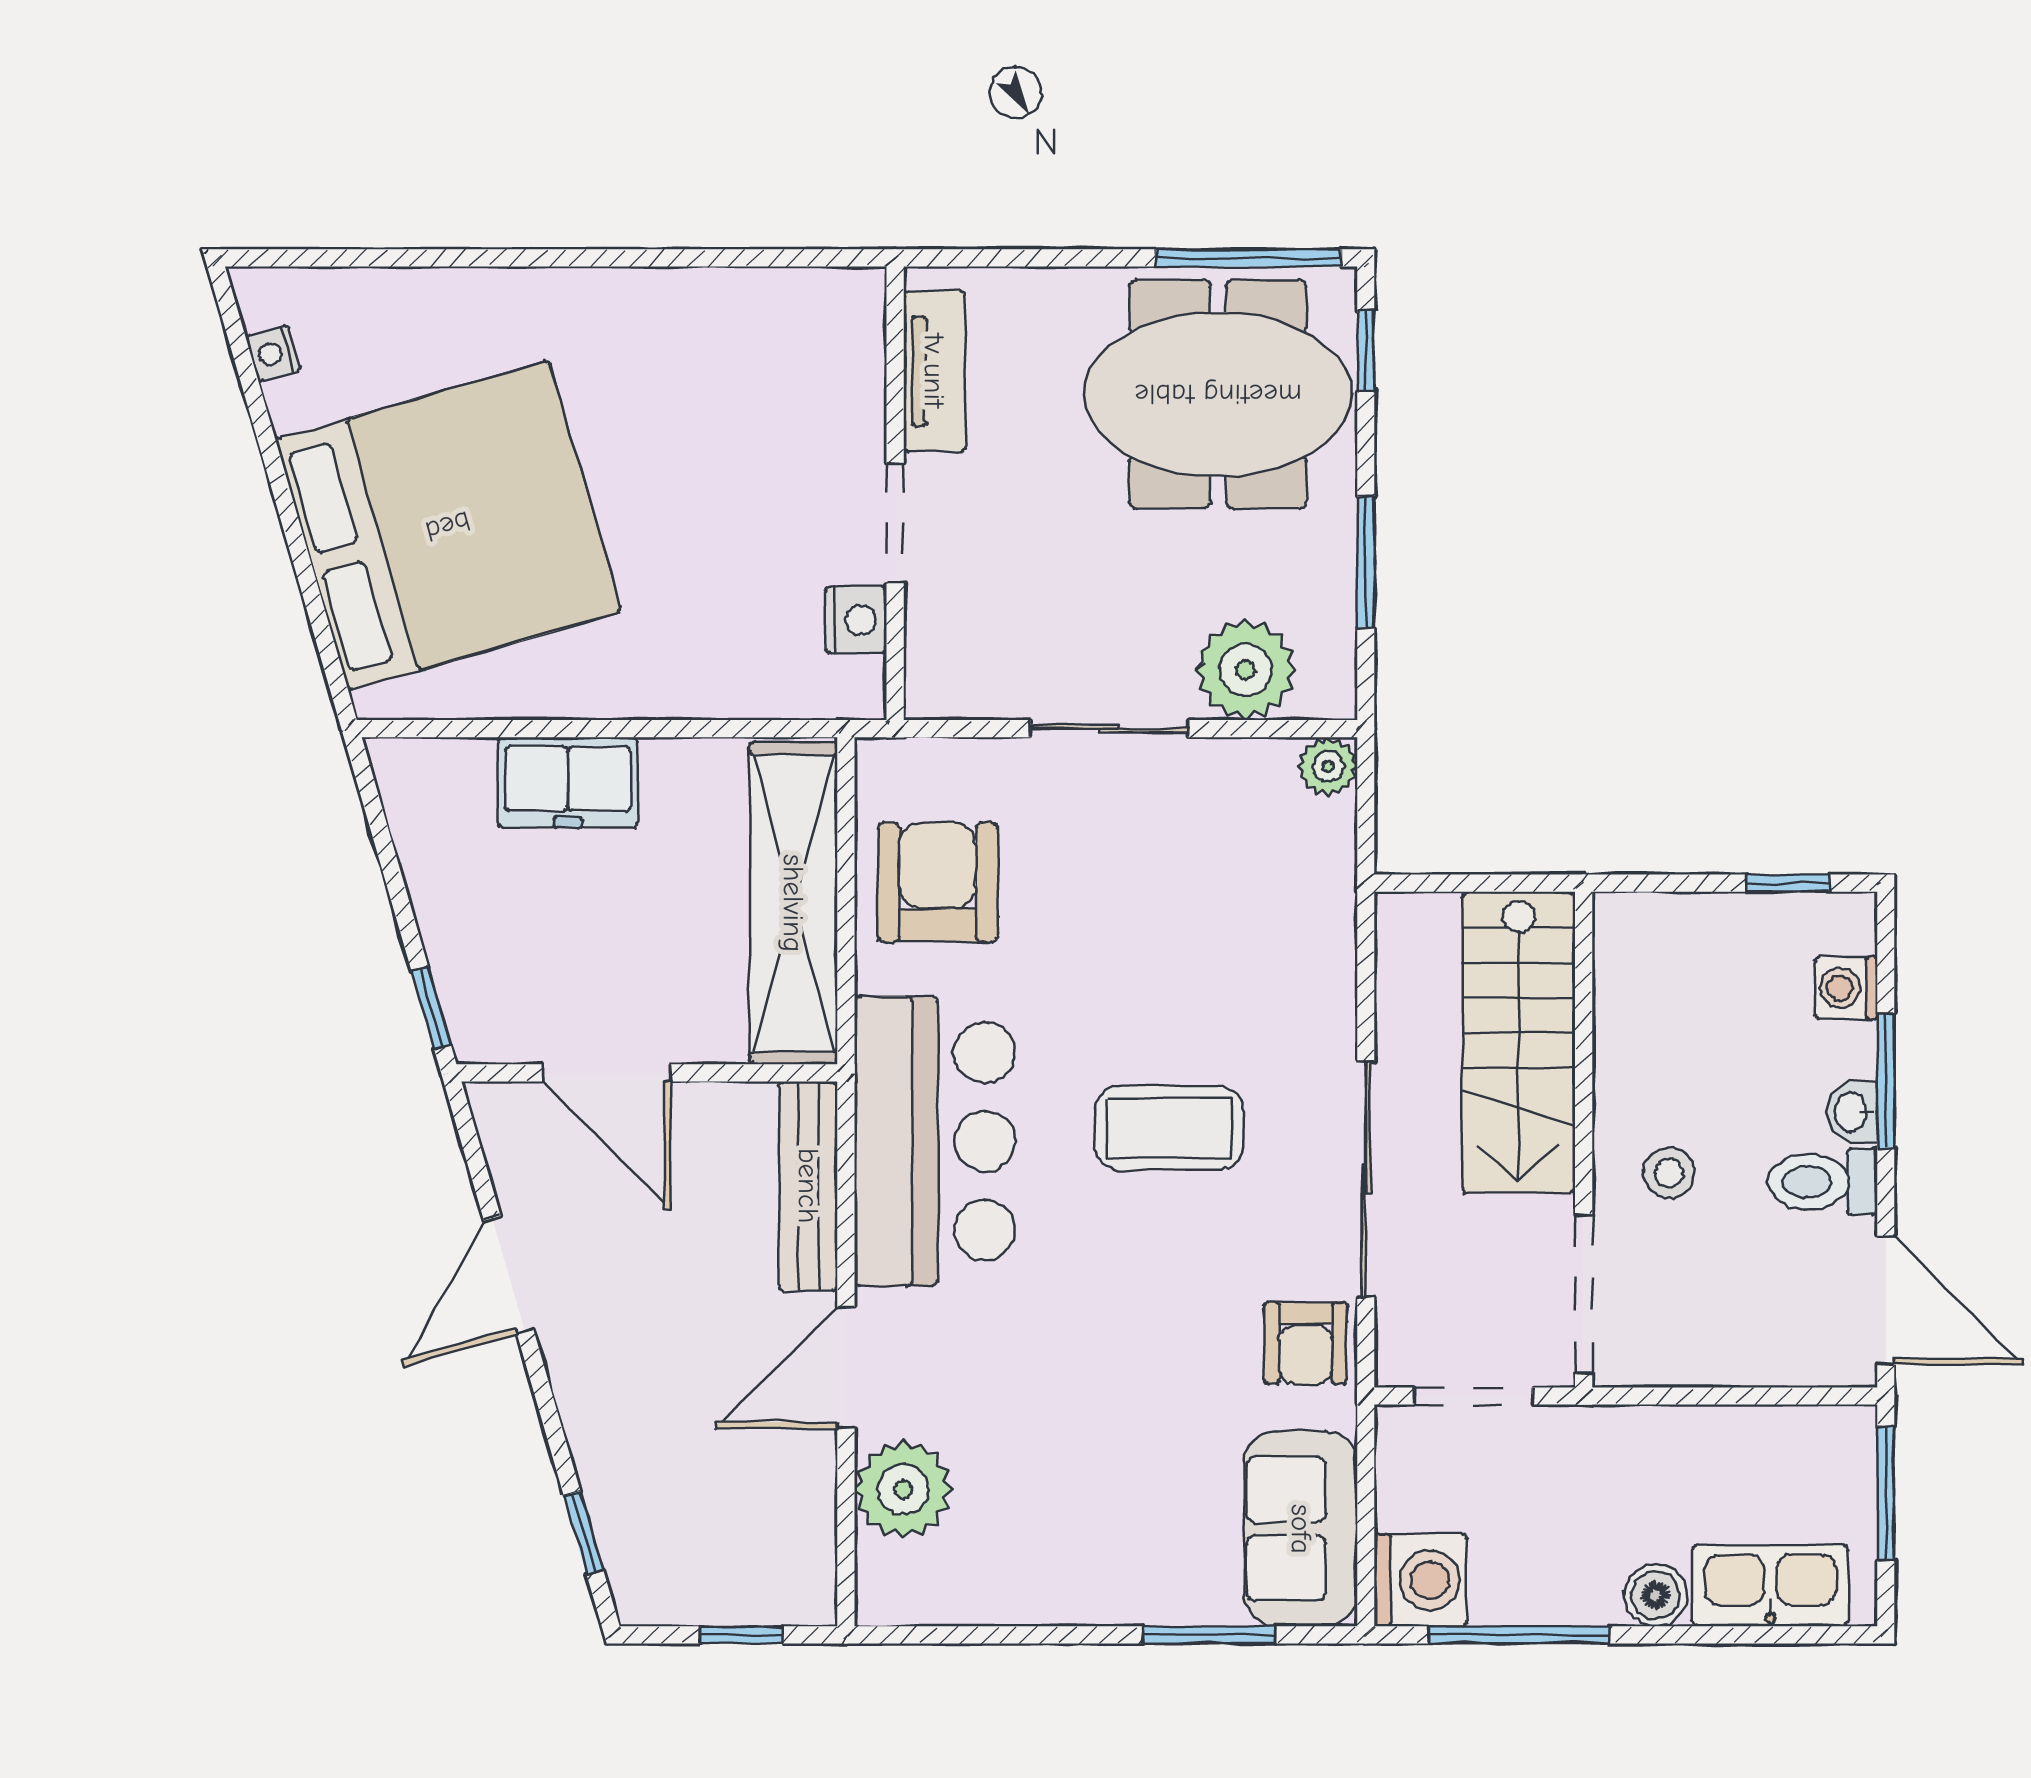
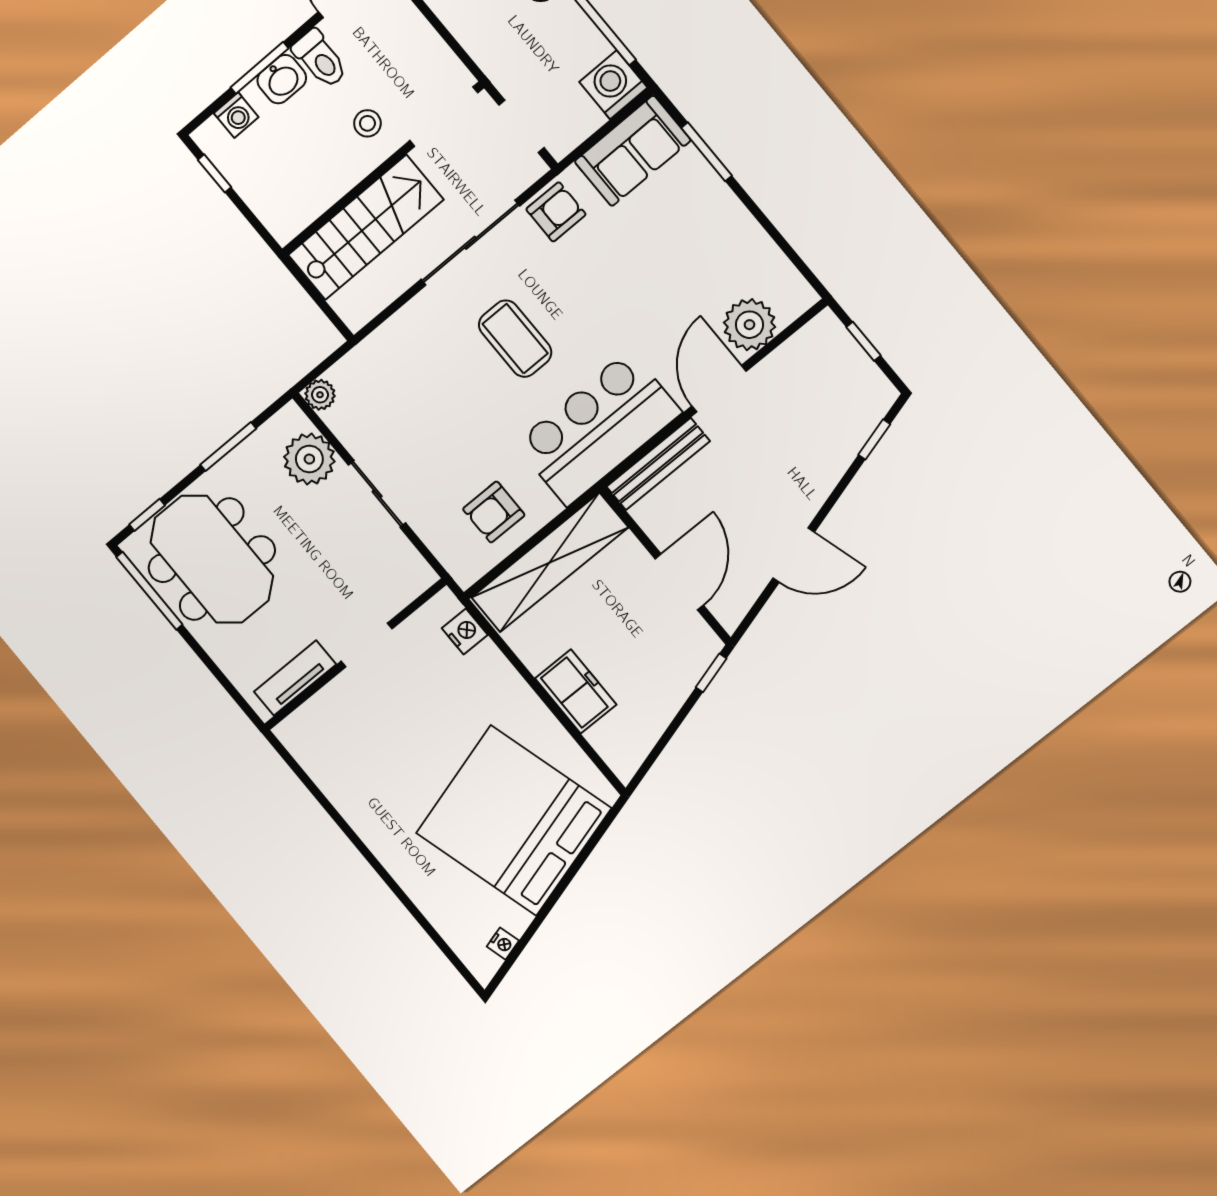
nightstand: (856, 620) -> (465, 632), moved, turned 90
armchair: (938, 882) -> (494, 512), width x0.72, depth x0.72
washbasin: (1852, 1112) -> (282, 79), width x1.38, depth x1.45
door: (846, 1368) -> (719, 389), swing flipped

